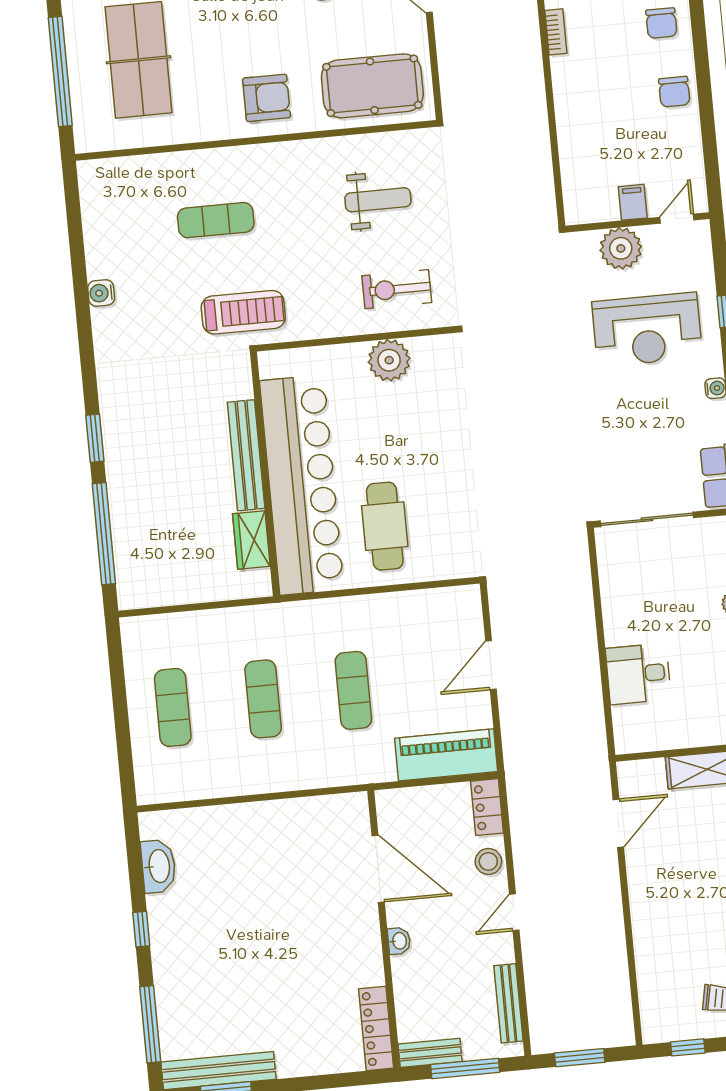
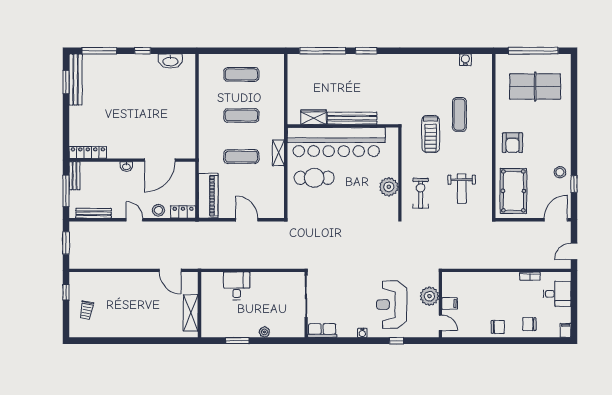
chair: (674, 92) -> (498, 327), turned 180
water cooler: (101, 293) -> (465, 60), moved
treadmill: (243, 312) -> (431, 134), moved
shelving: (338, 610) -> (278, 153), added

